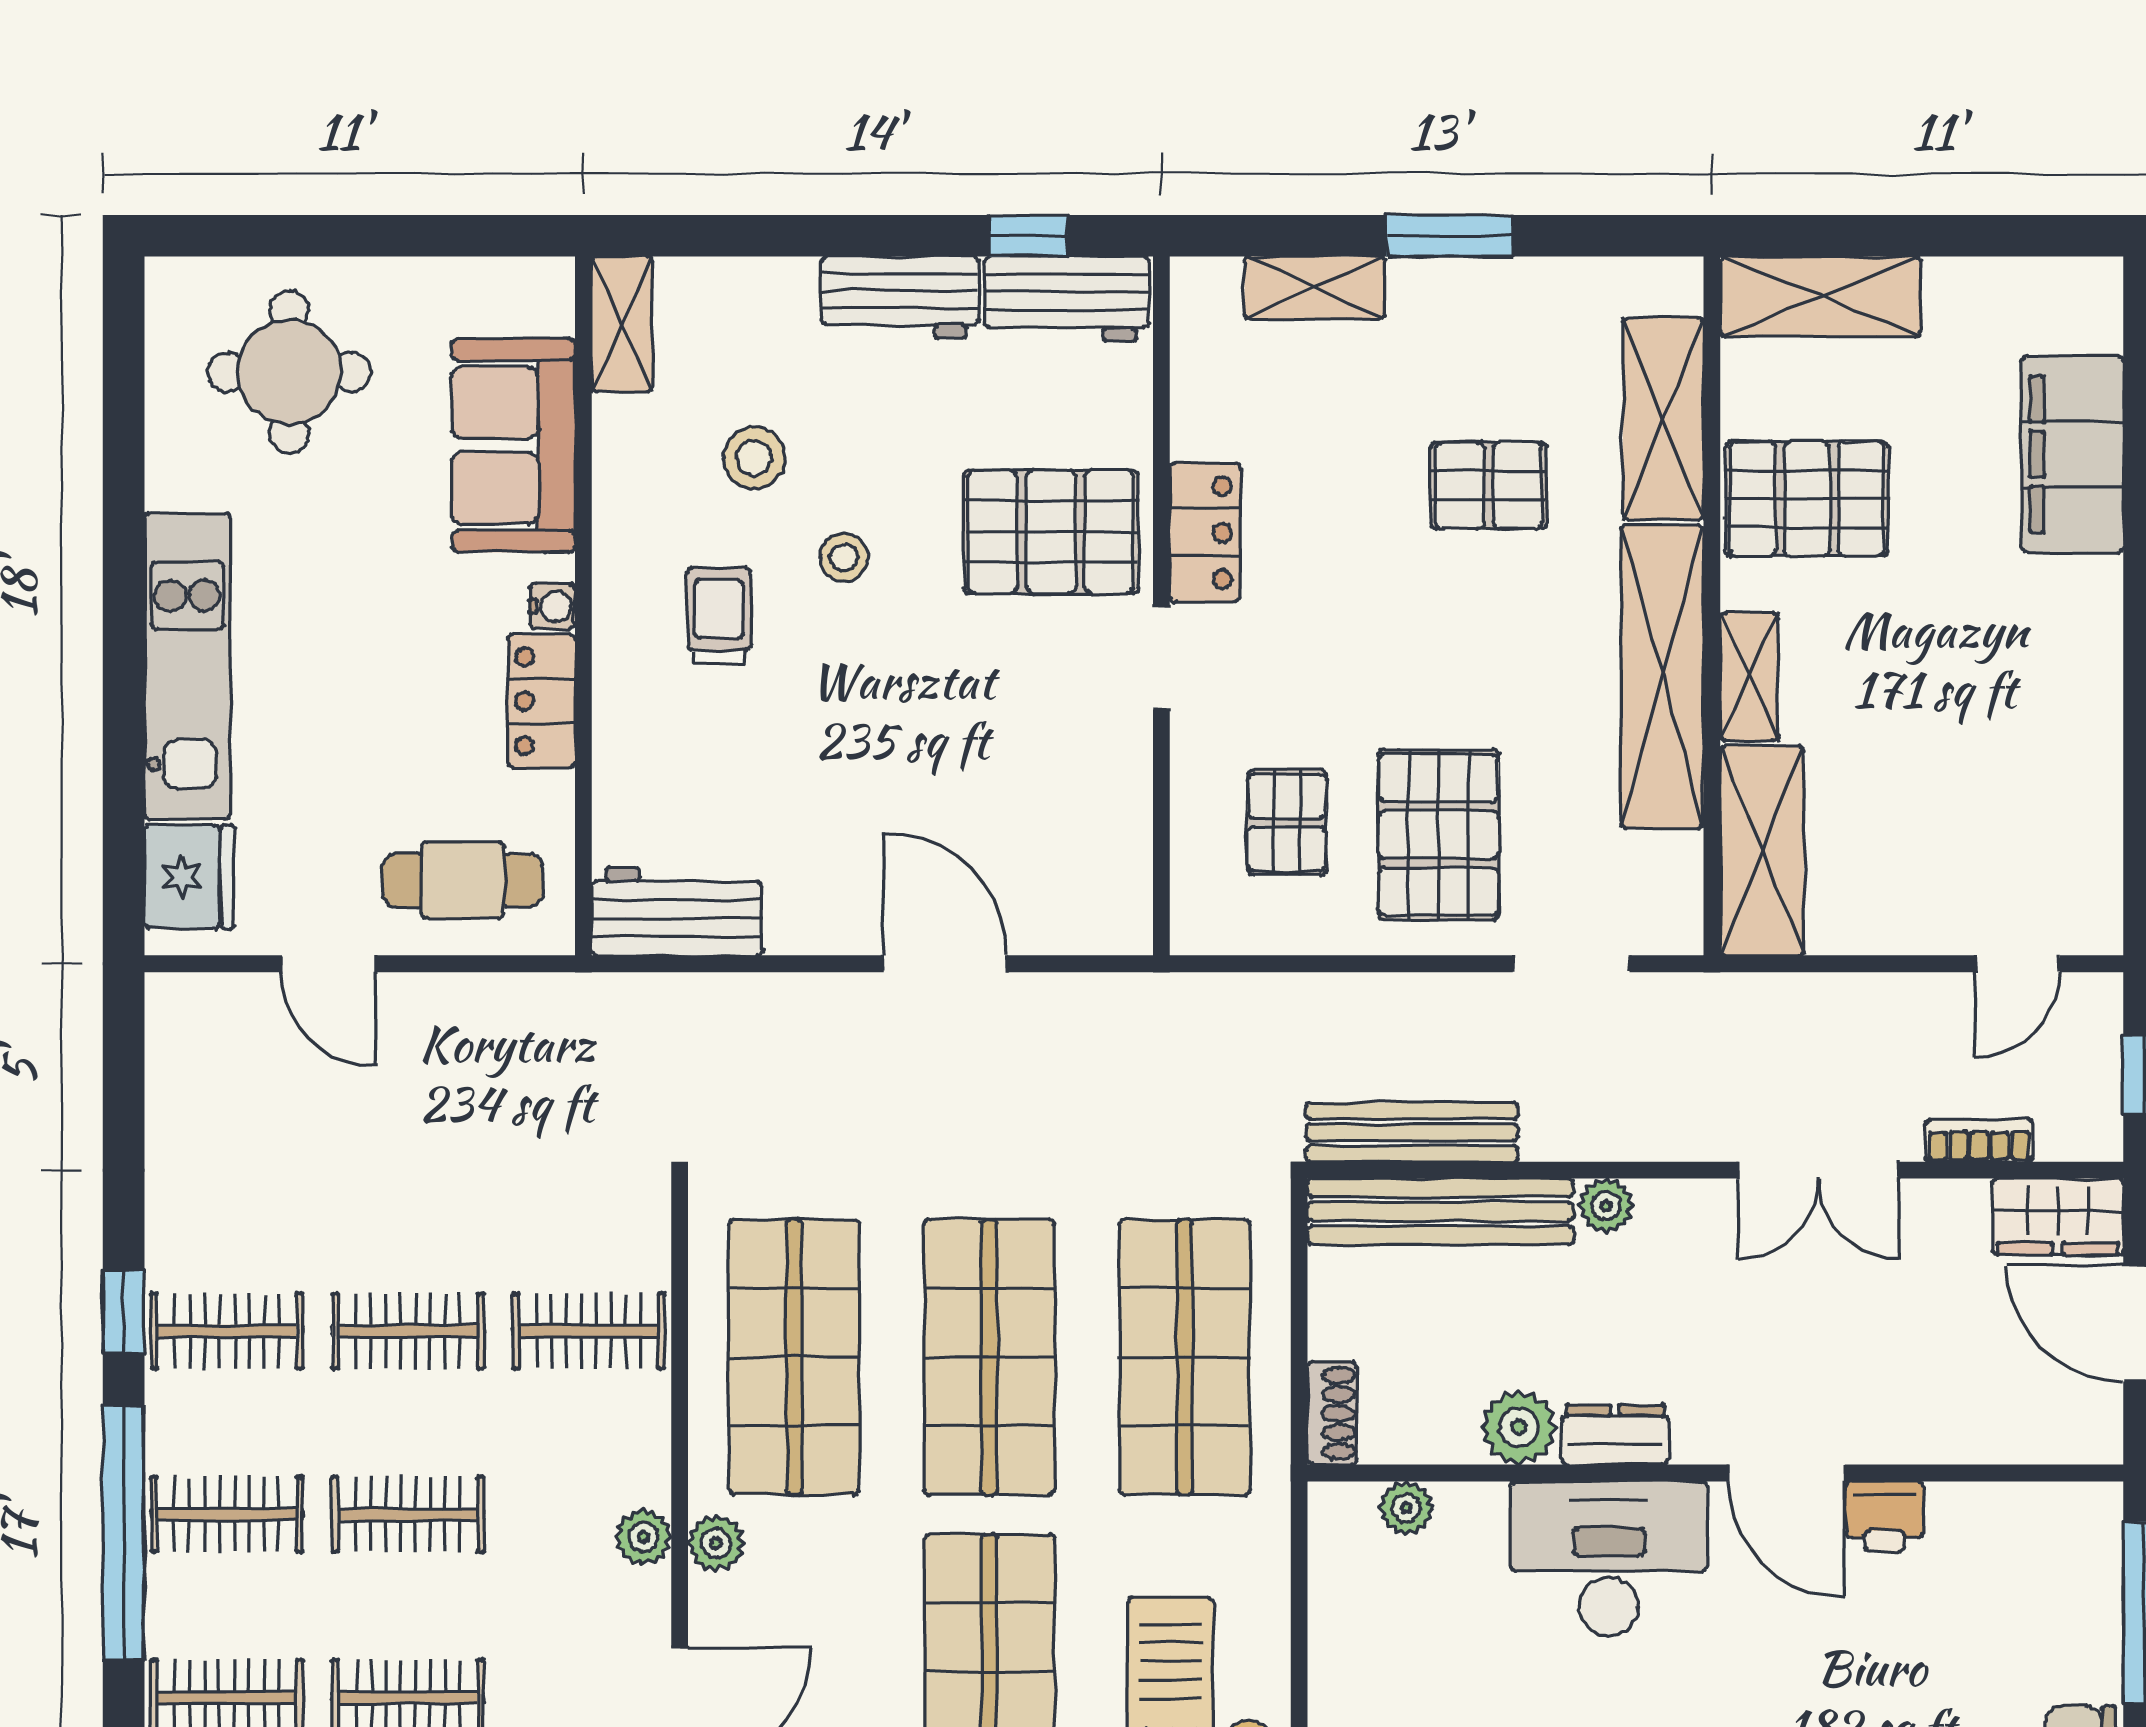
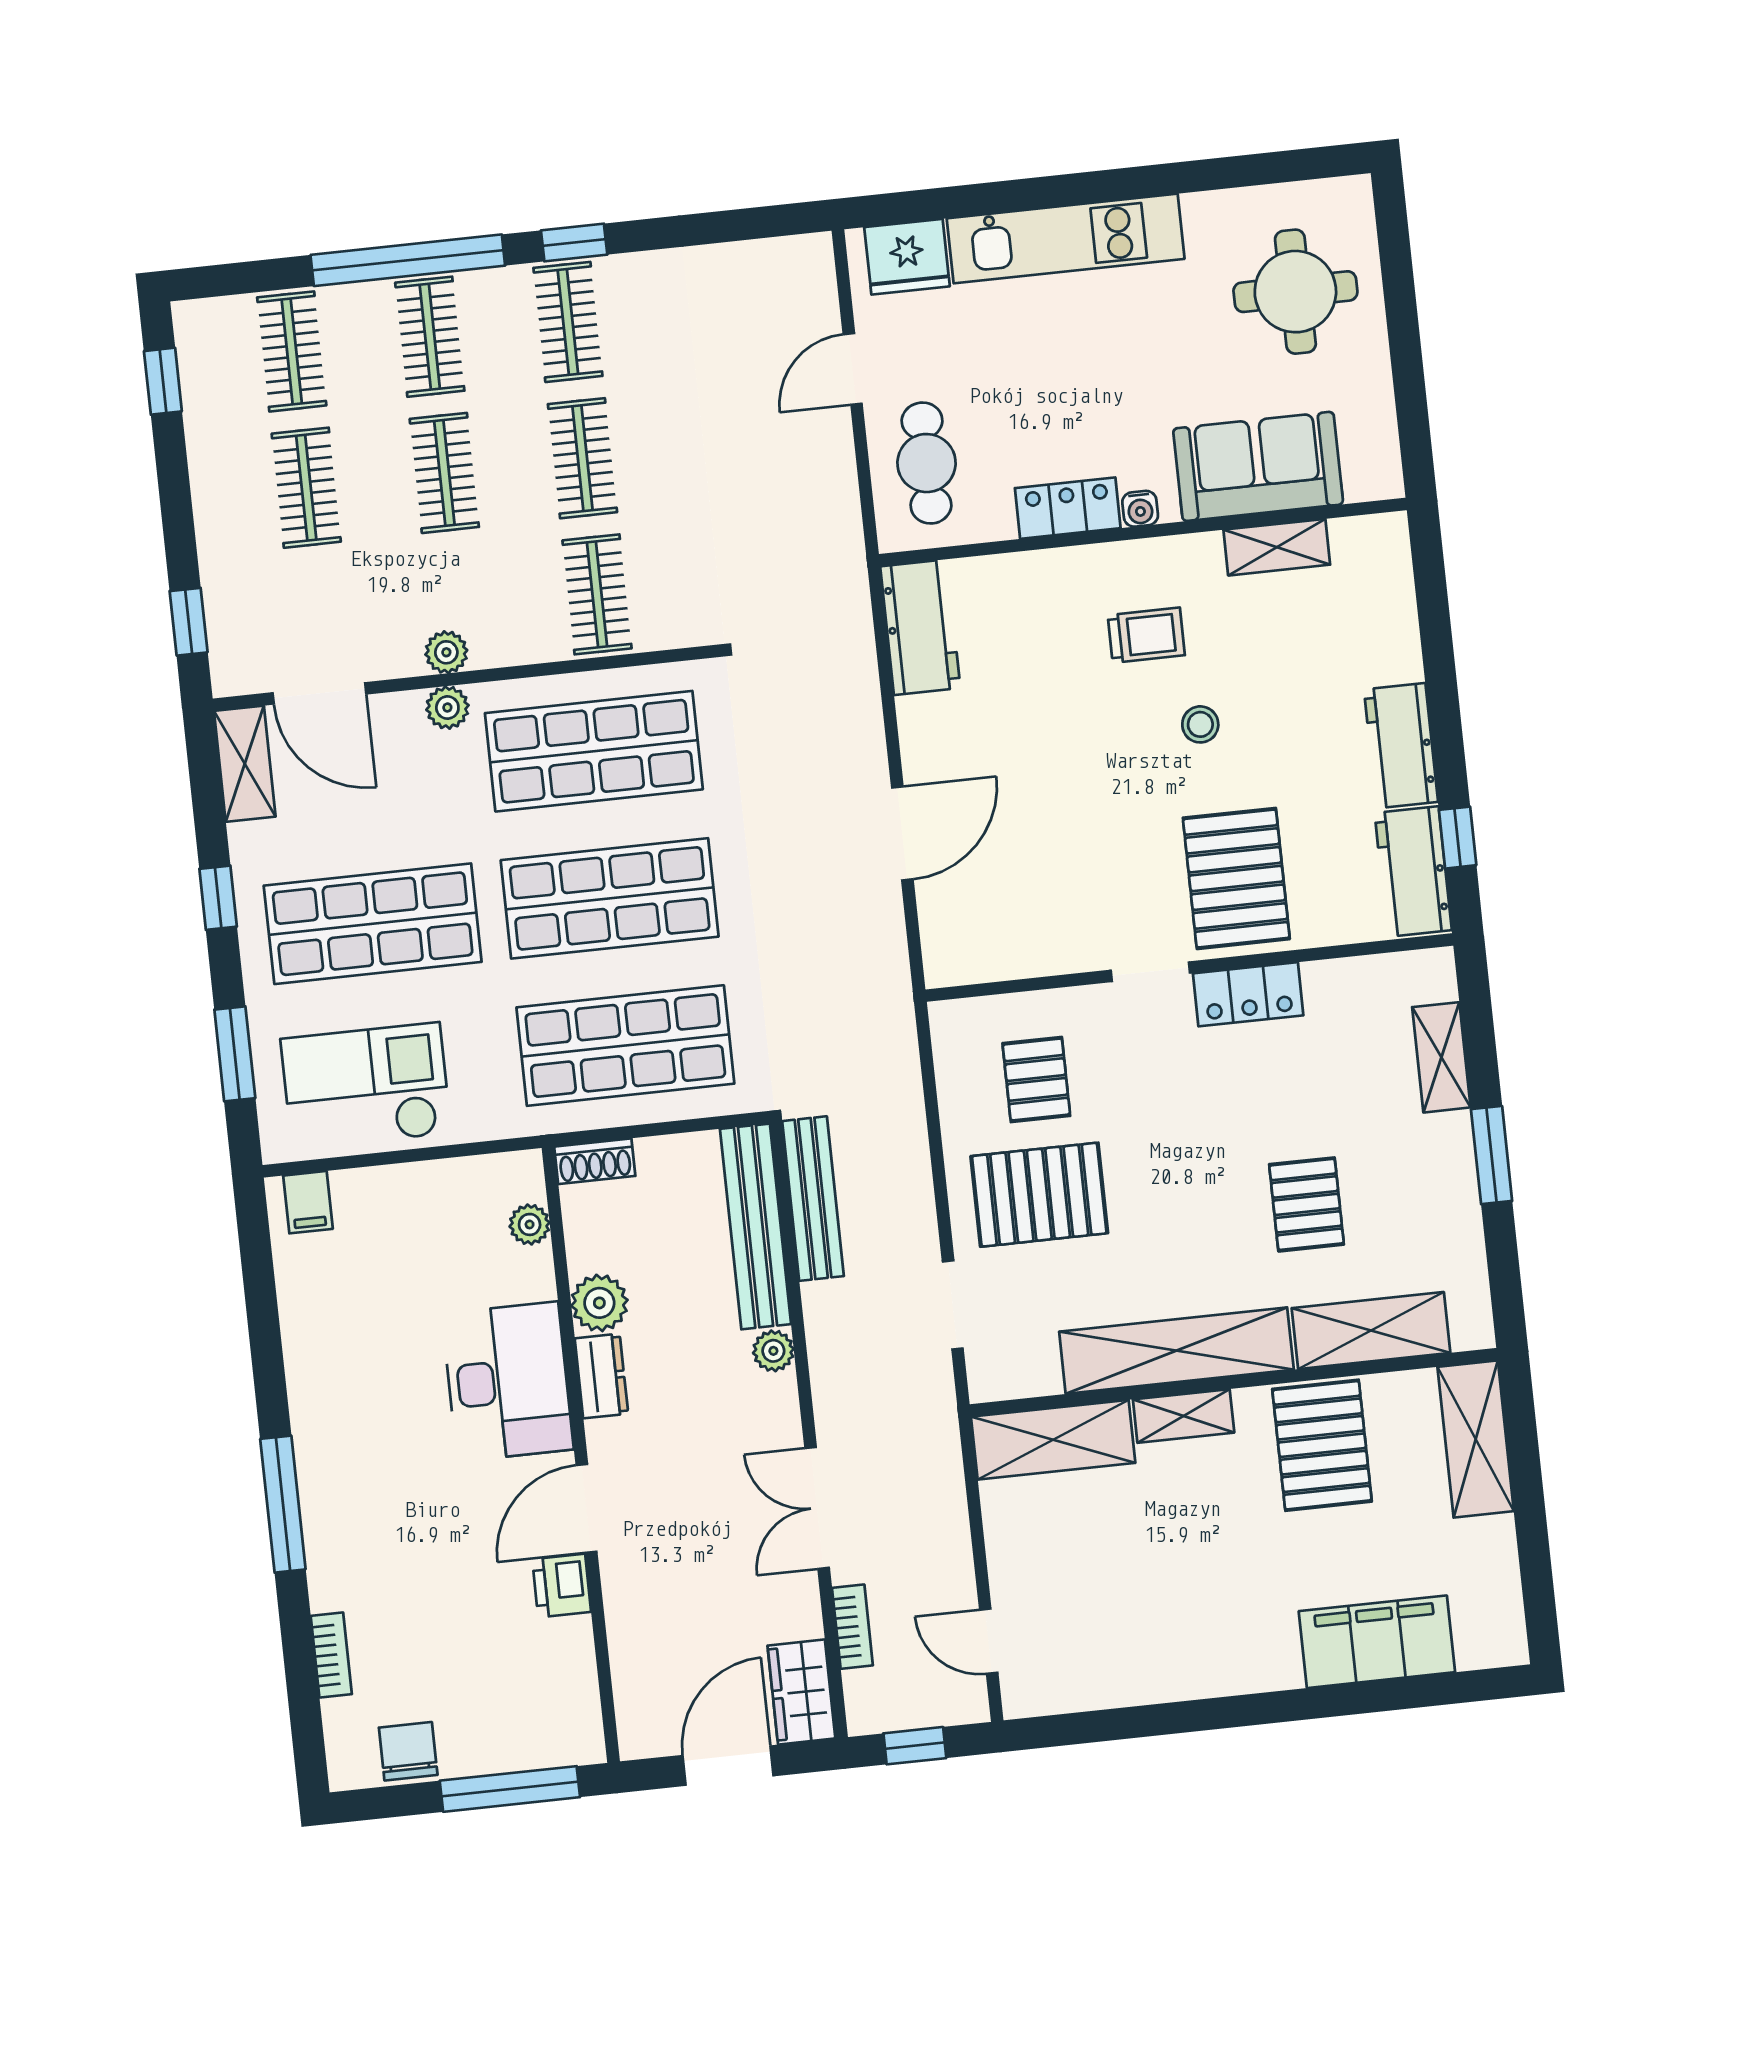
shelving: (622, 324) -> (1277, 547), moved
stool: (754, 458) -> (1268, 649), removed
pallet: (1287, 822) -> (1036, 1079), turned 90

